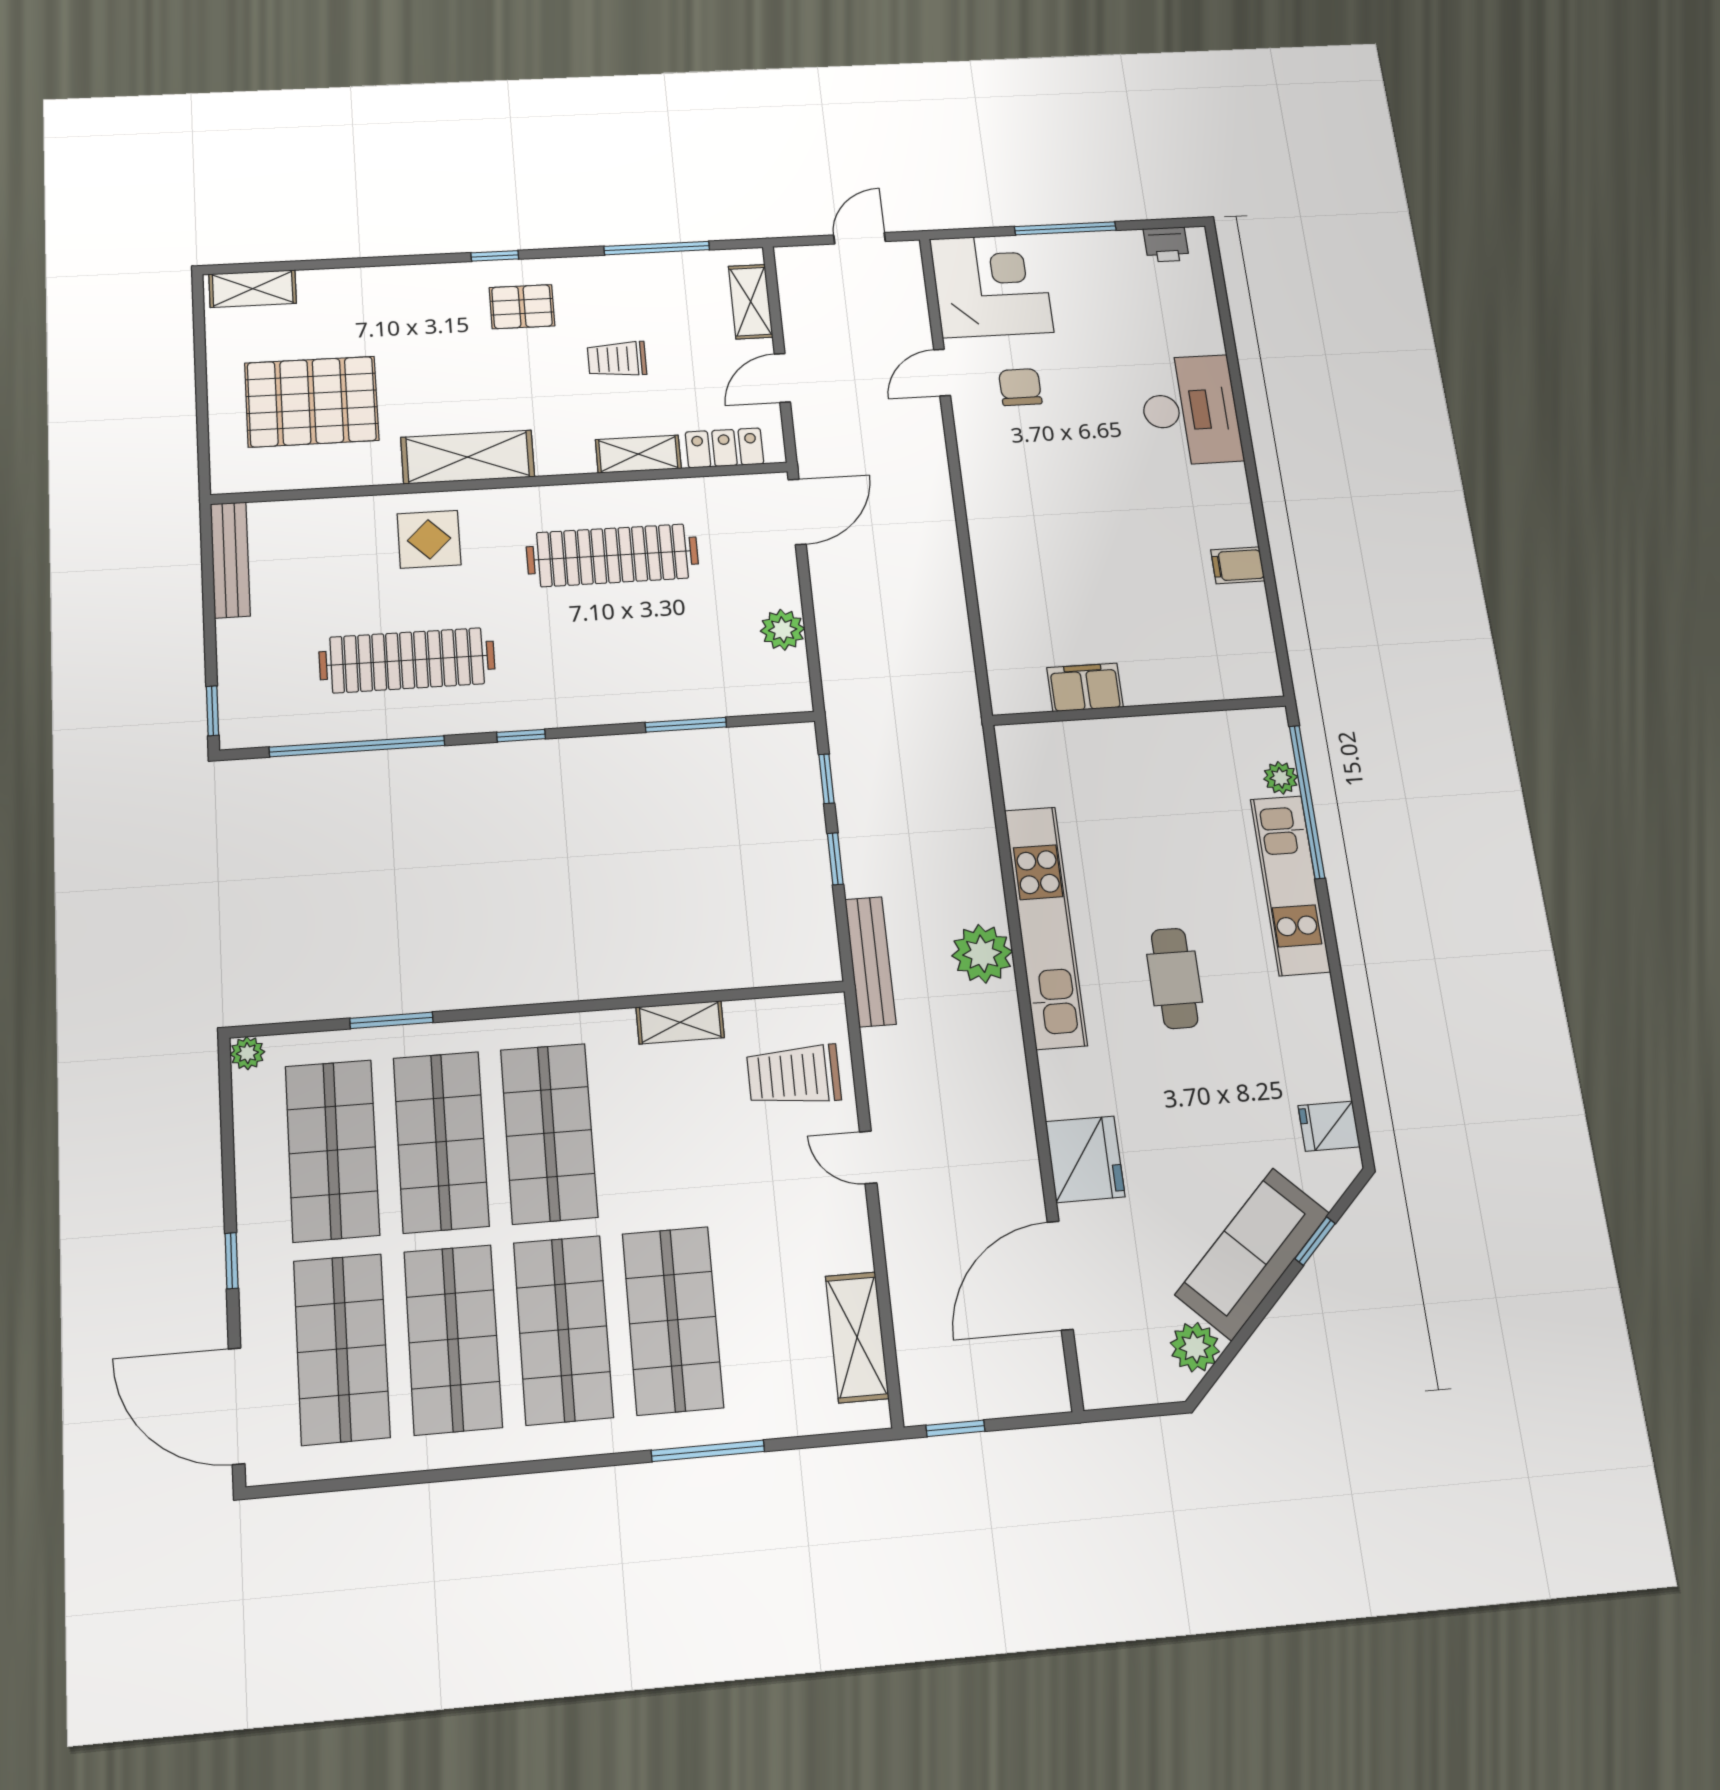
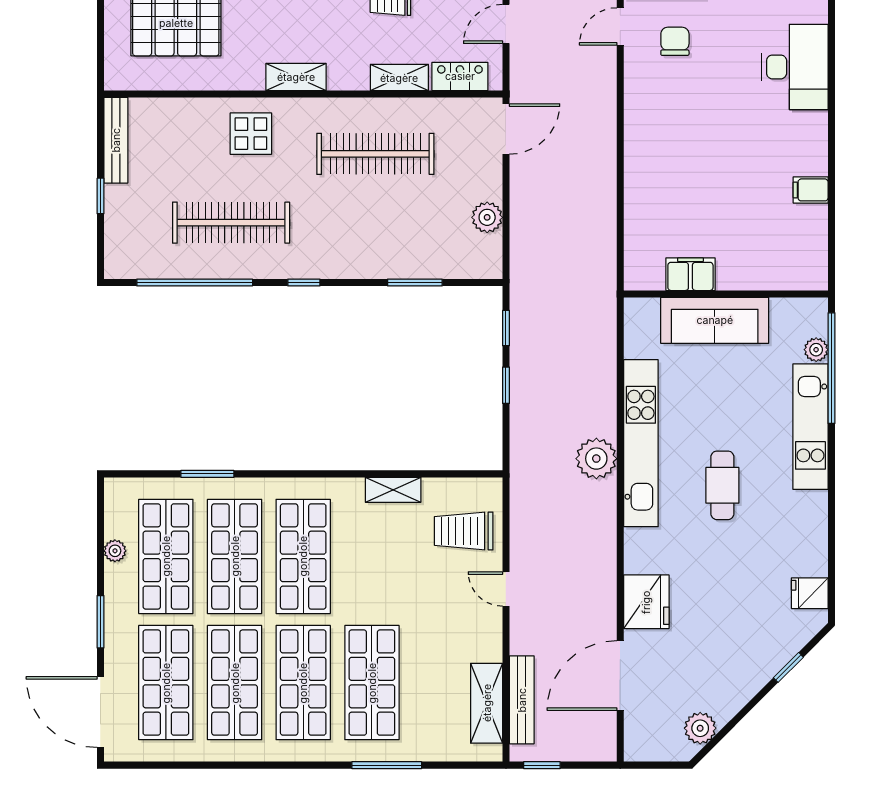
shelving: (468, 457) -> (296, 77), width x0.67, depth x0.75
window: (212, 711) -> (100, 196), moved
bench: (870, 962) -> (522, 700), moved
plant: (247, 1053) -> (115, 551), moved
sofa: (1252, 1254) -> (715, 320), moved, turned -135
window: (232, 1261) -> (100, 622), width x1.50

